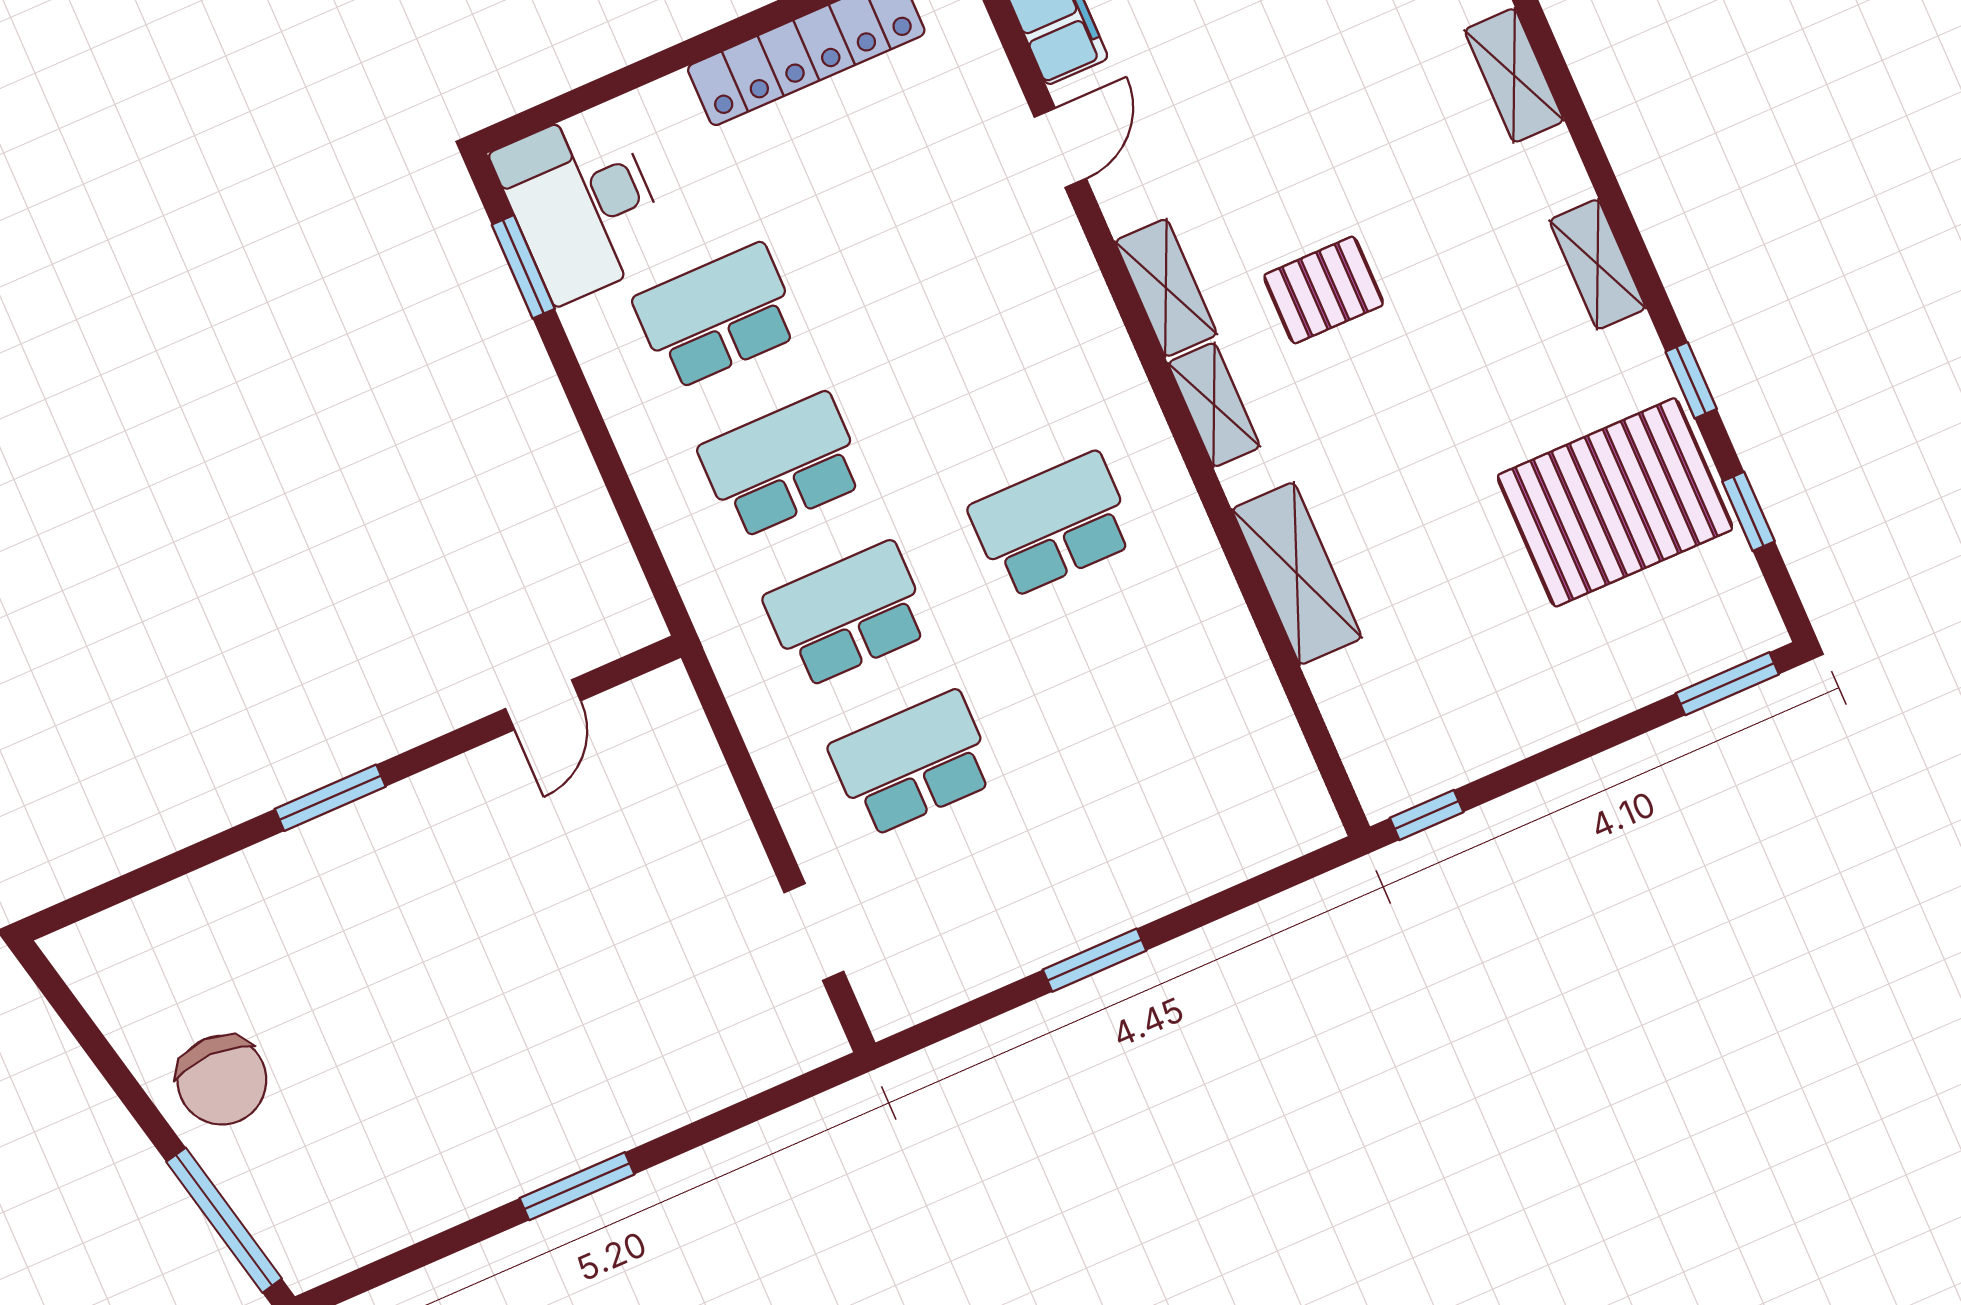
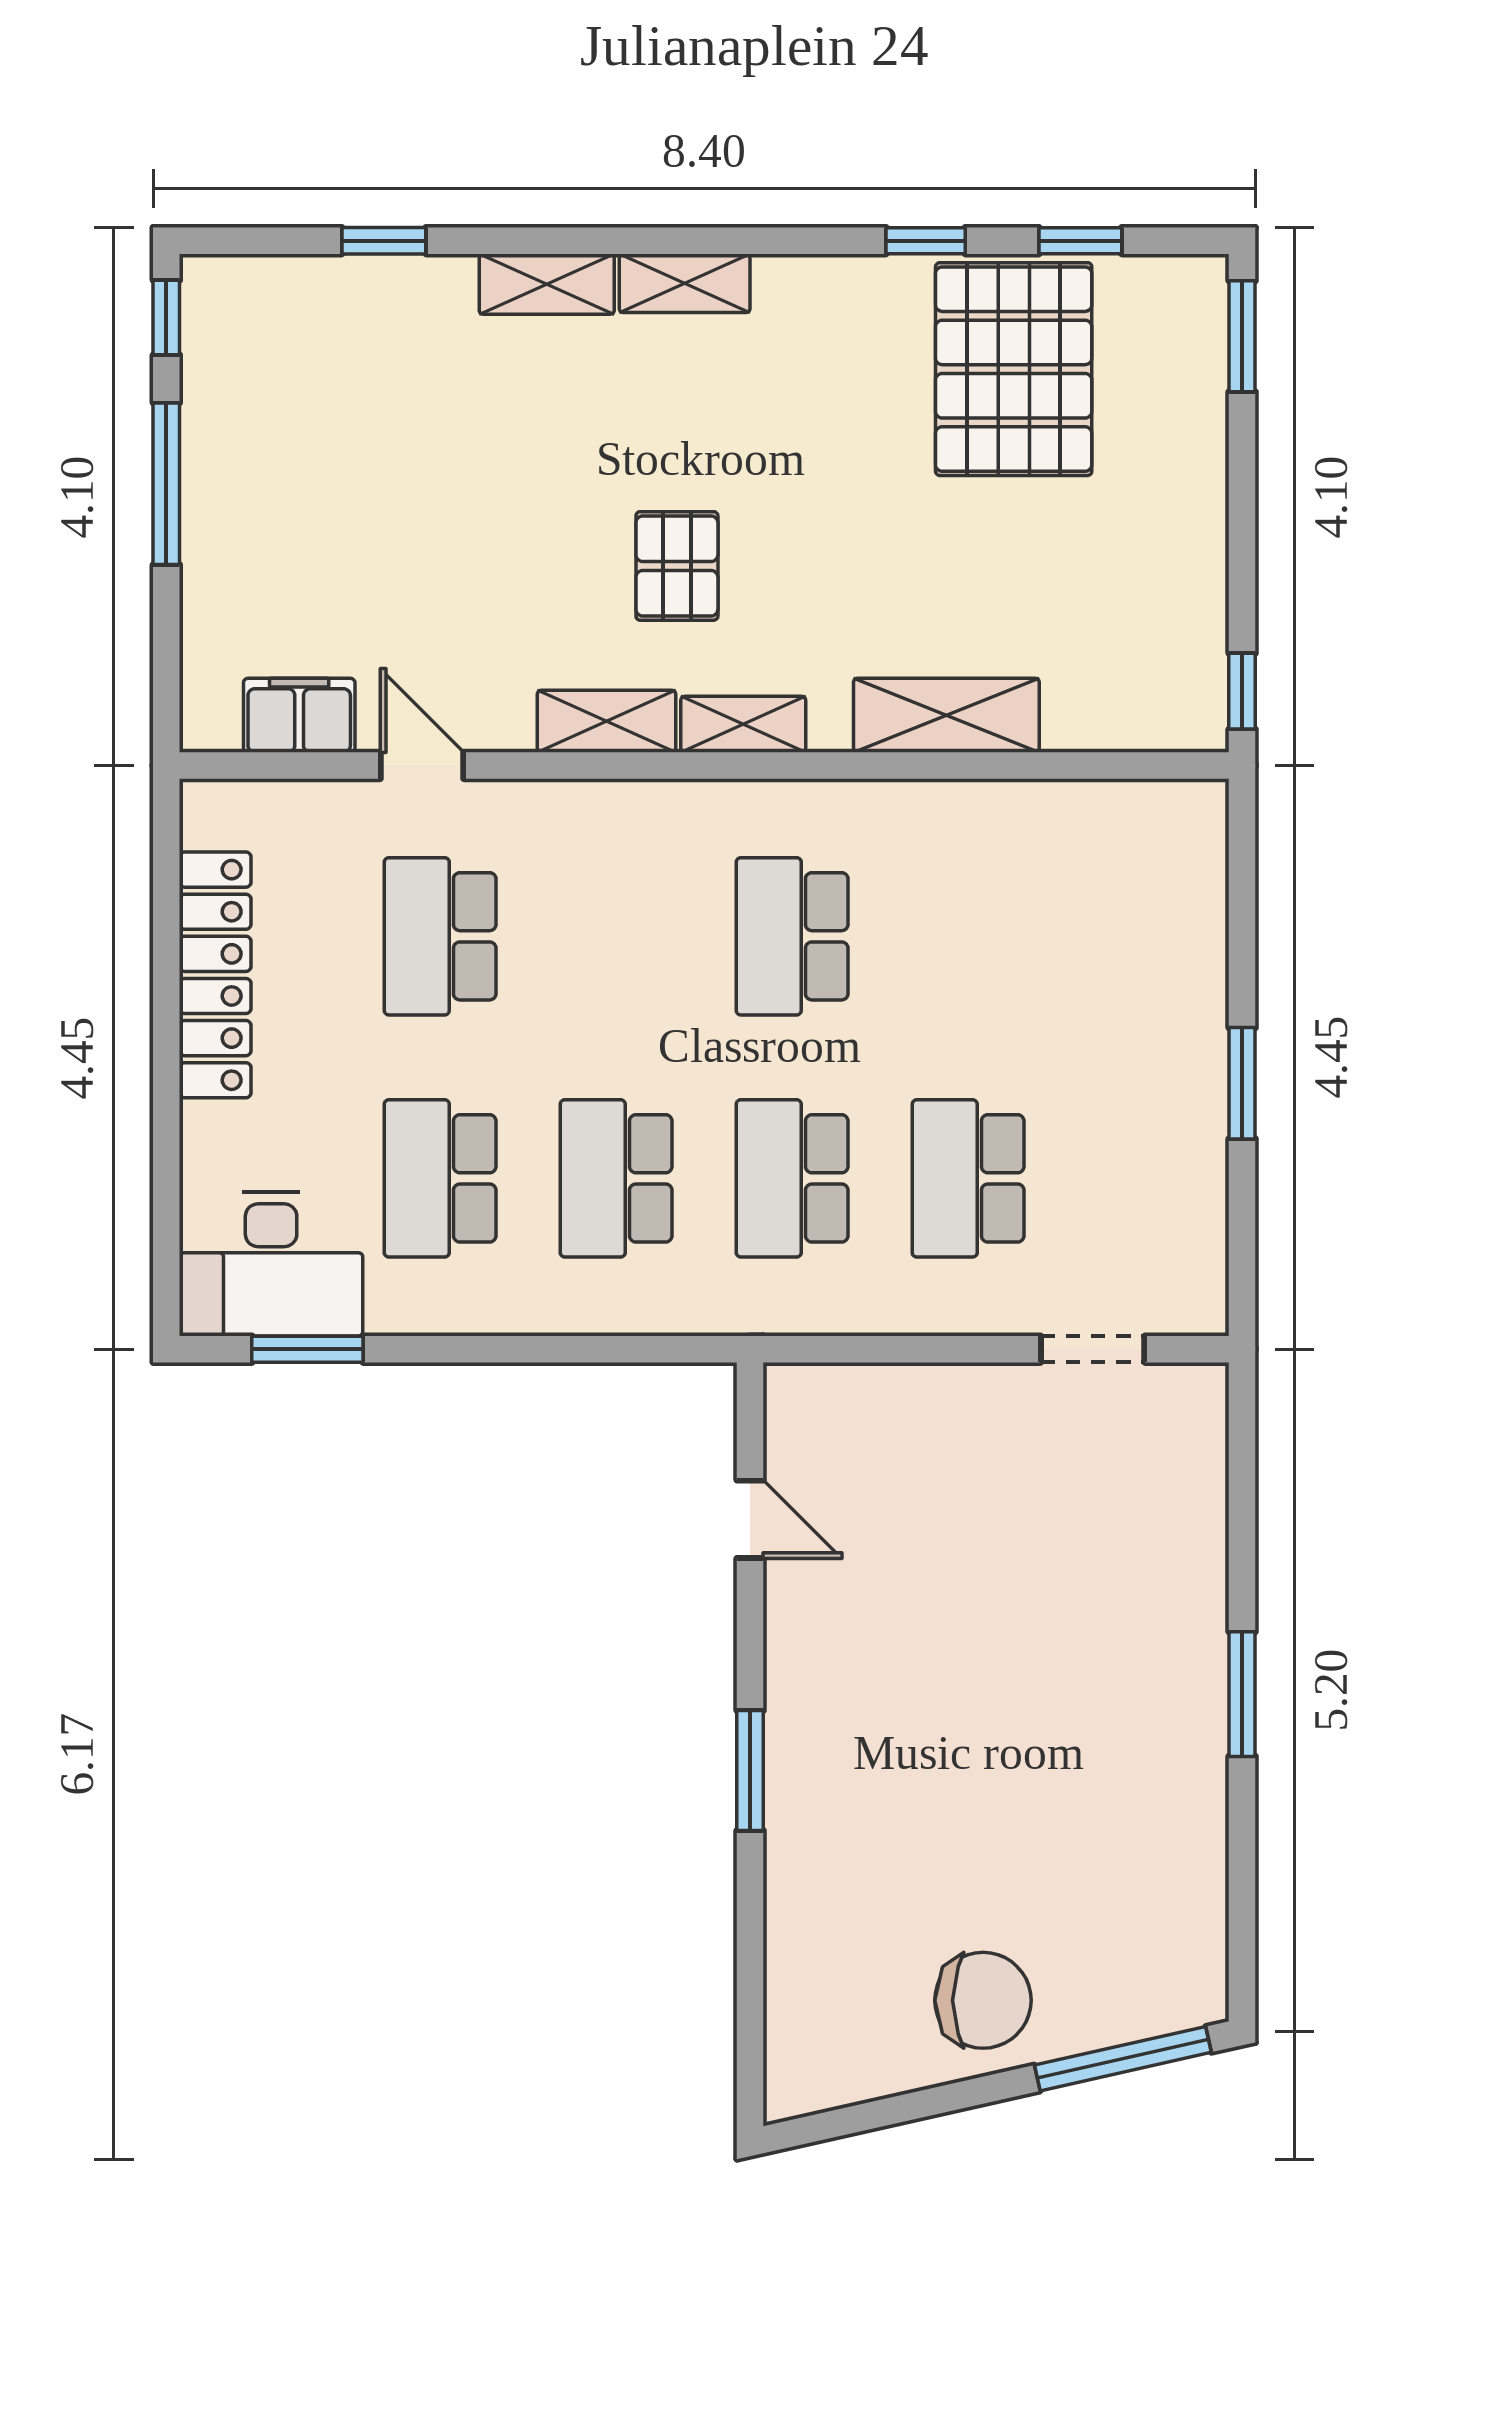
school desk: (922, 226) -> (440, 936), added
shelving: (1598, 264) -> (685, 283), moved

